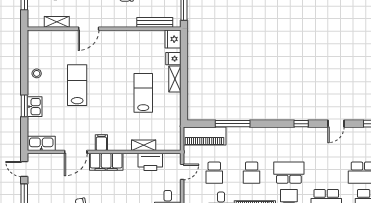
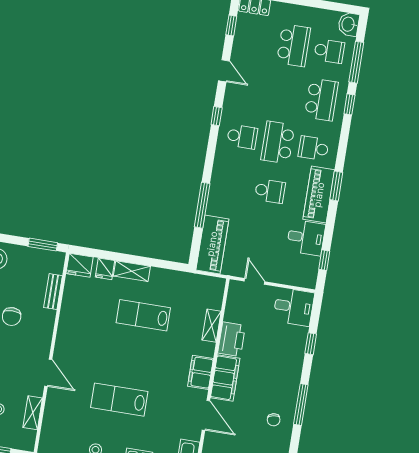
bench: (155, 22) -> (53, 292), width x0.73
filing cabinet: (101, 143) -> (201, 372), width x2.00
printer: (150, 162) -> (232, 339), moved
school desk: (214, 173) -> (242, 137), moved

